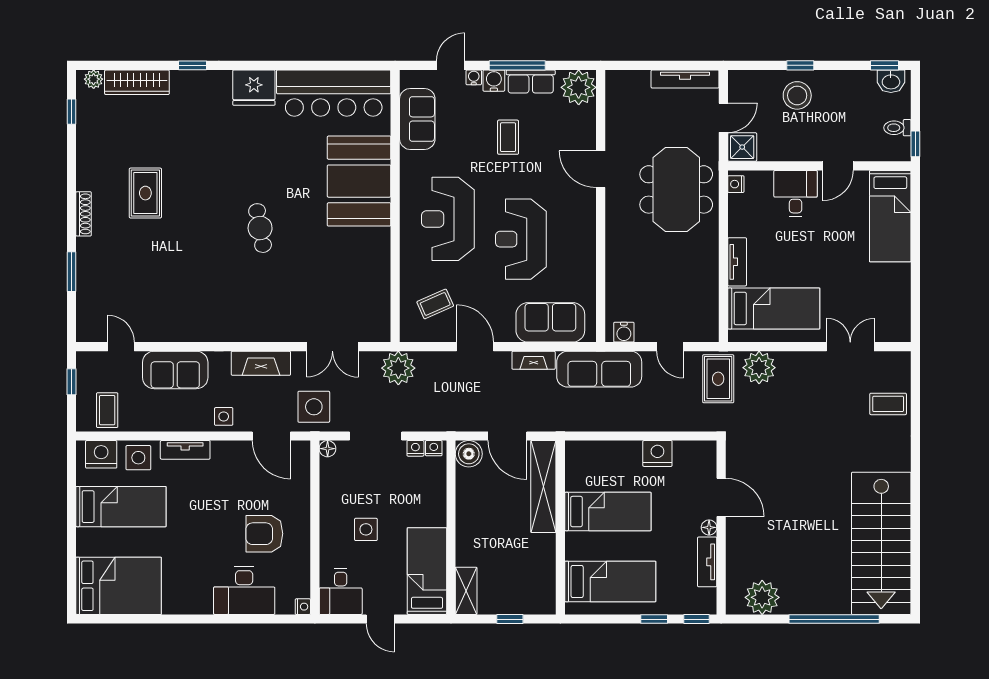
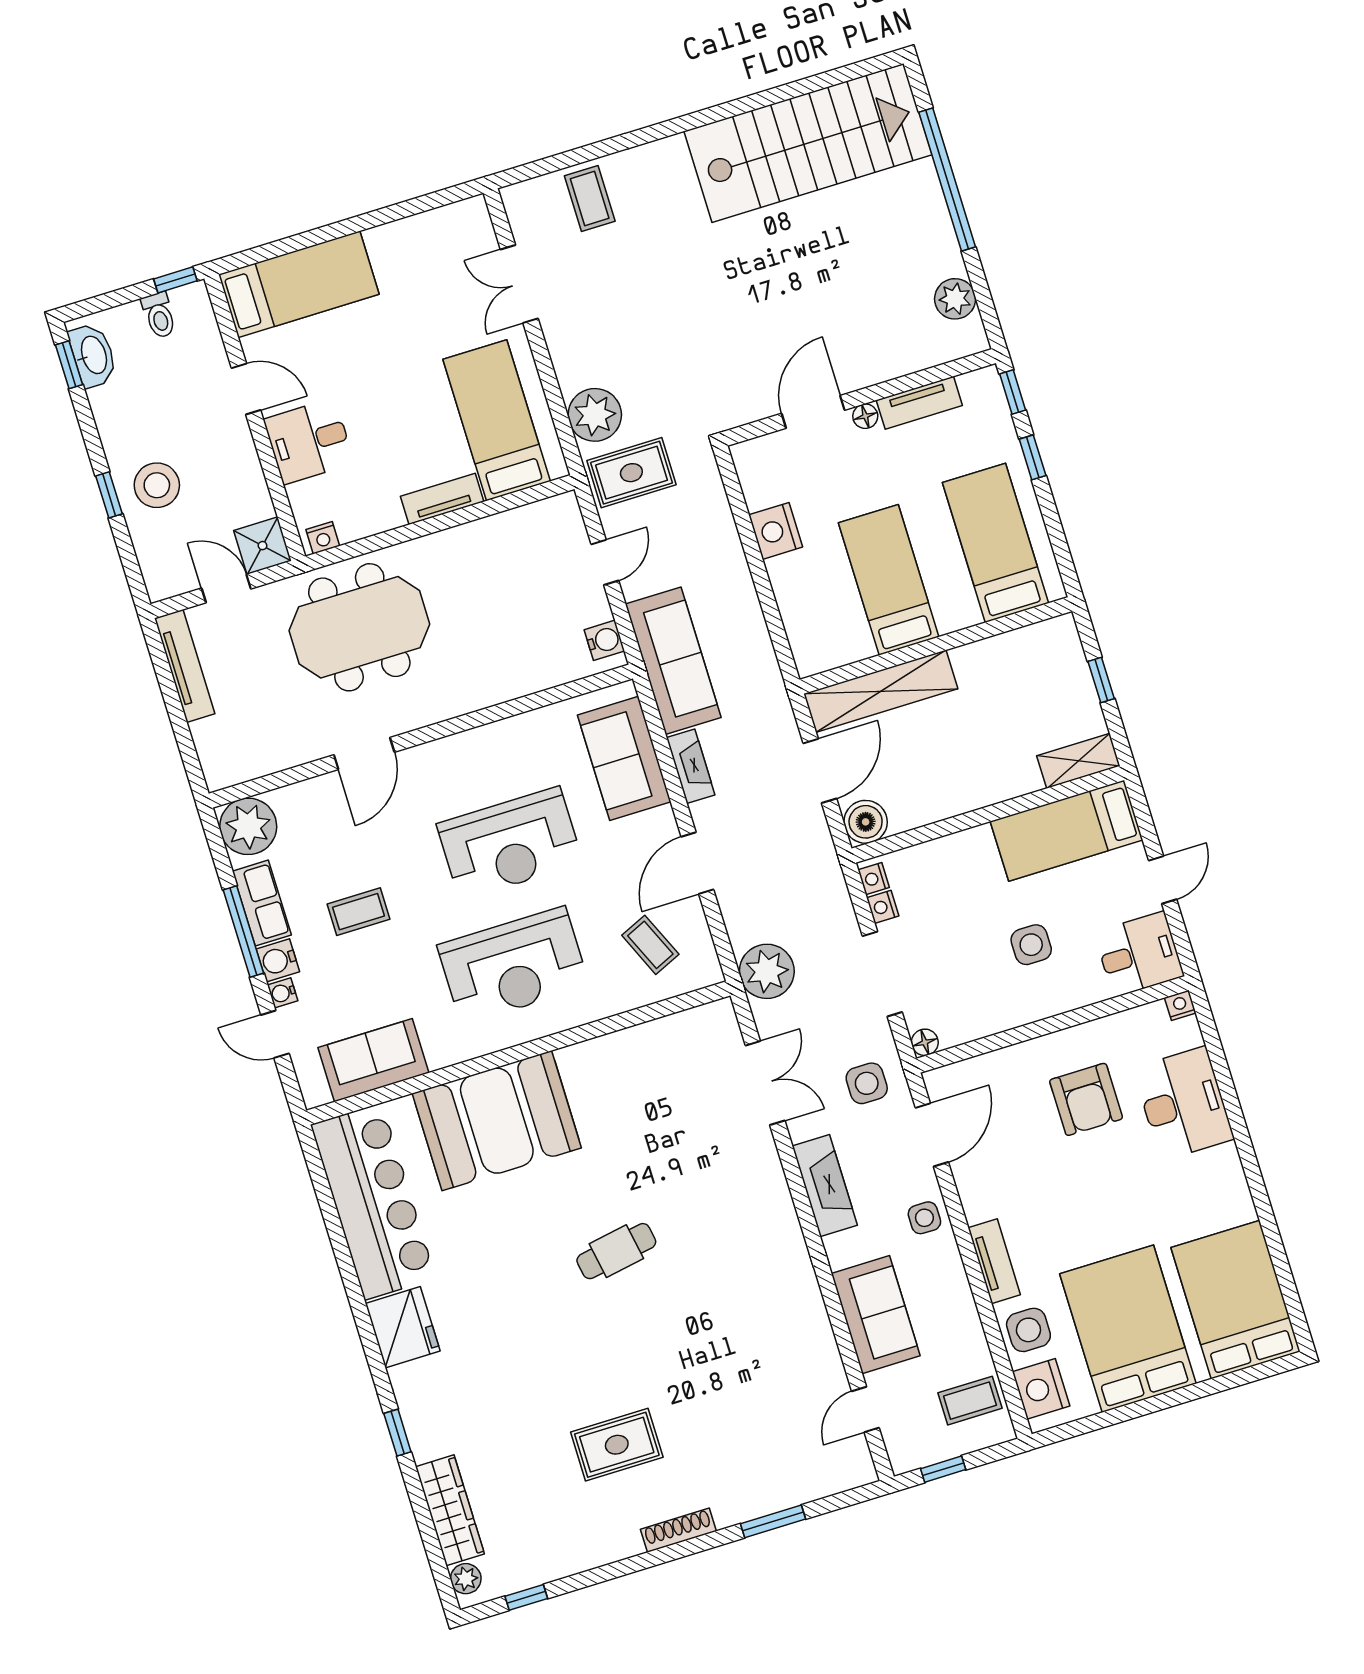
washbasin: (891, 81) -> (93, 355), width x1.38
side table: (314, 407) -> (867, 1083), width x0.73, depth x0.73
bed: (121, 507) -> (1128, 1329), width x1.50
plant: (762, 597) -> (955, 299), width x0.73, depth x0.73

